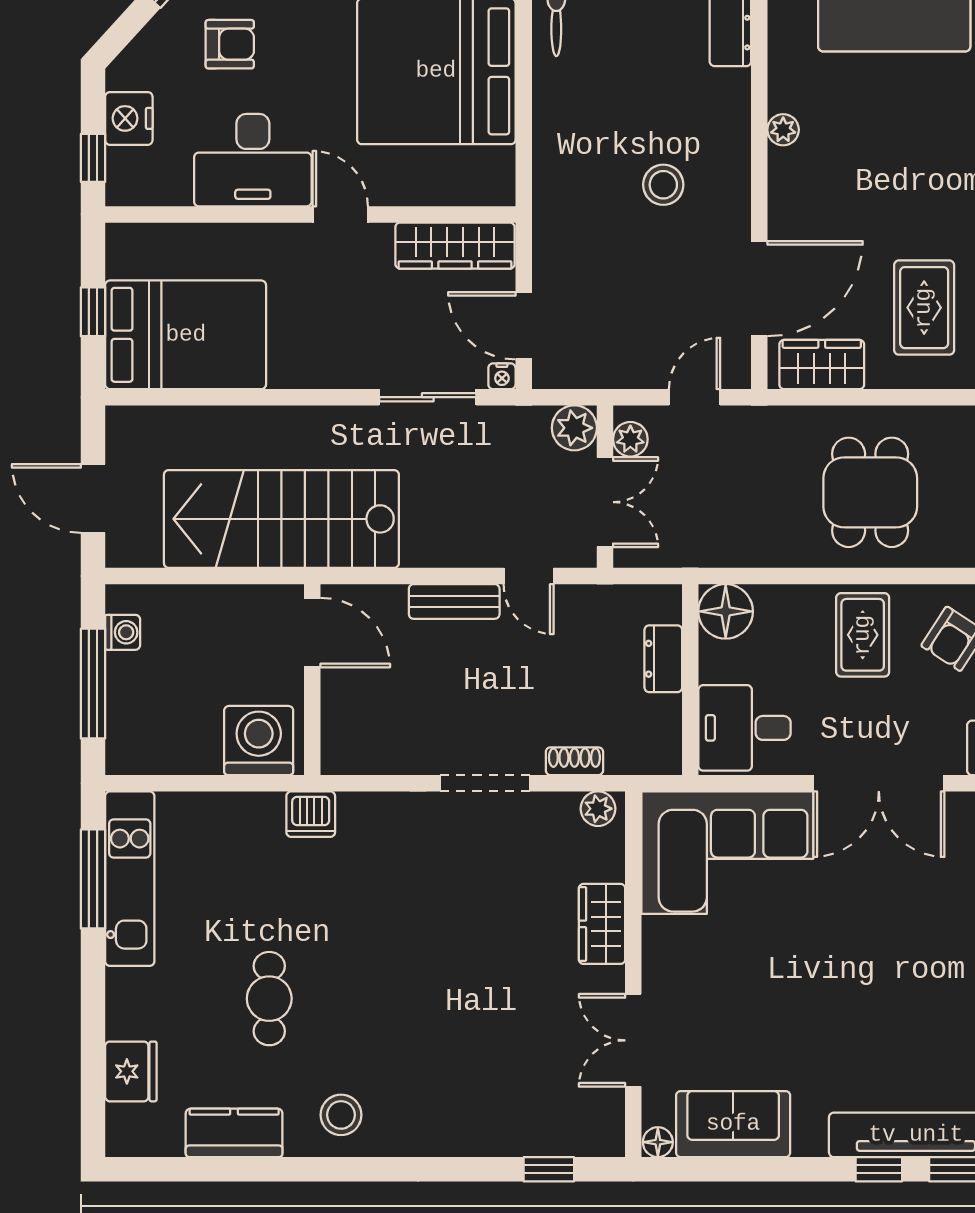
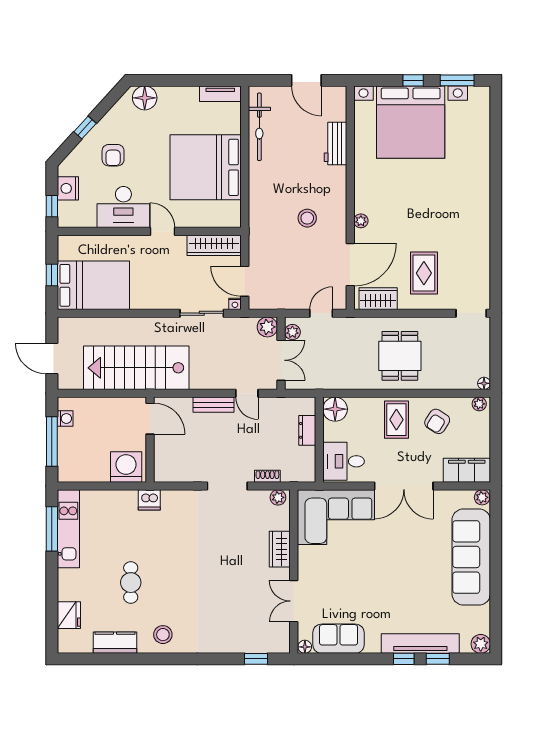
armchair: (230, 44) -> (113, 155), turned 90
plant: (783, 130) -> (361, 221), moved

